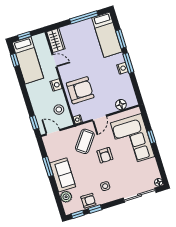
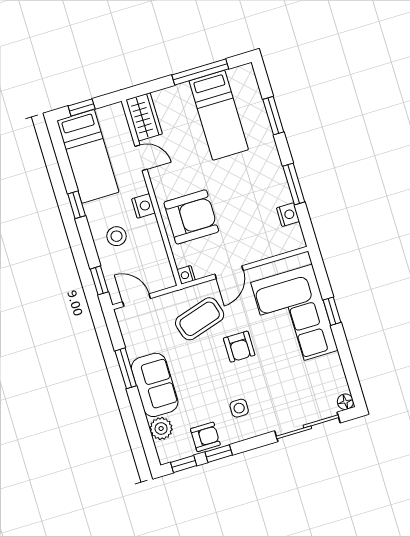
bed: (107, 35) -> (219, 115), moved
window: (15, 60) -> (77, 205), moved
window: (128, 63) -> (294, 184), moved
nightstand: (122, 68) -> (288, 215), moved
floor lamp: (121, 105) -> (272, 246), removed
stool: (59, 110) -> (117, 236), moved
coffee table: (85, 141) -> (200, 319), turned 36

